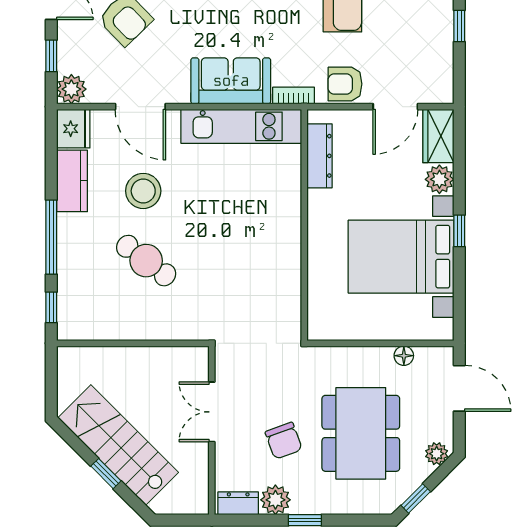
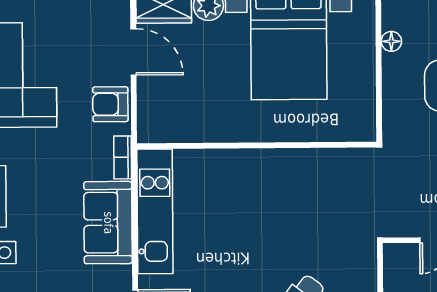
armchair: (345, 84) -> (110, 104), turned 90
dresser: (320, 156) -> (185, 130), removed

